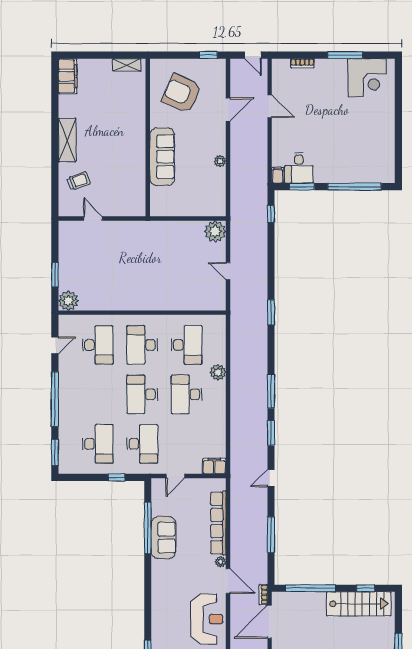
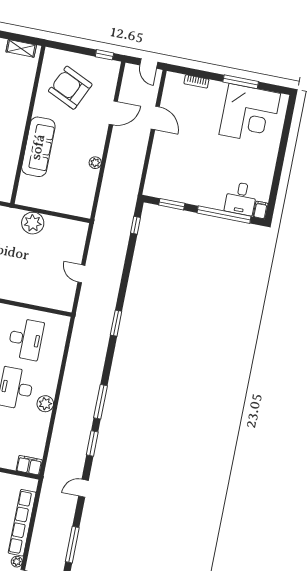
corner desk: (367, 78) -> (250, 114), width x1.36, depth x1.36
desk: (299, 168) -> (241, 199), moved
filing cabinet: (278, 175) -> (261, 210), moved
plant: (215, 231) -> (33, 223), moved
plant: (218, 372) -> (45, 404), moved

